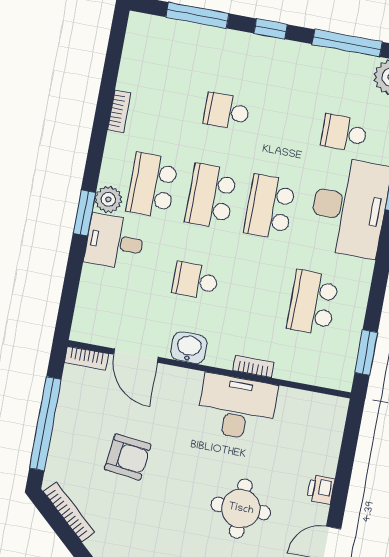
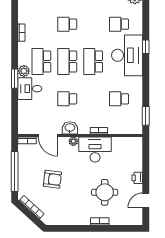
school desk: (313, 303) -> (119, 99), width x0.54
plant: (191, 380) -> (73, 141), added

